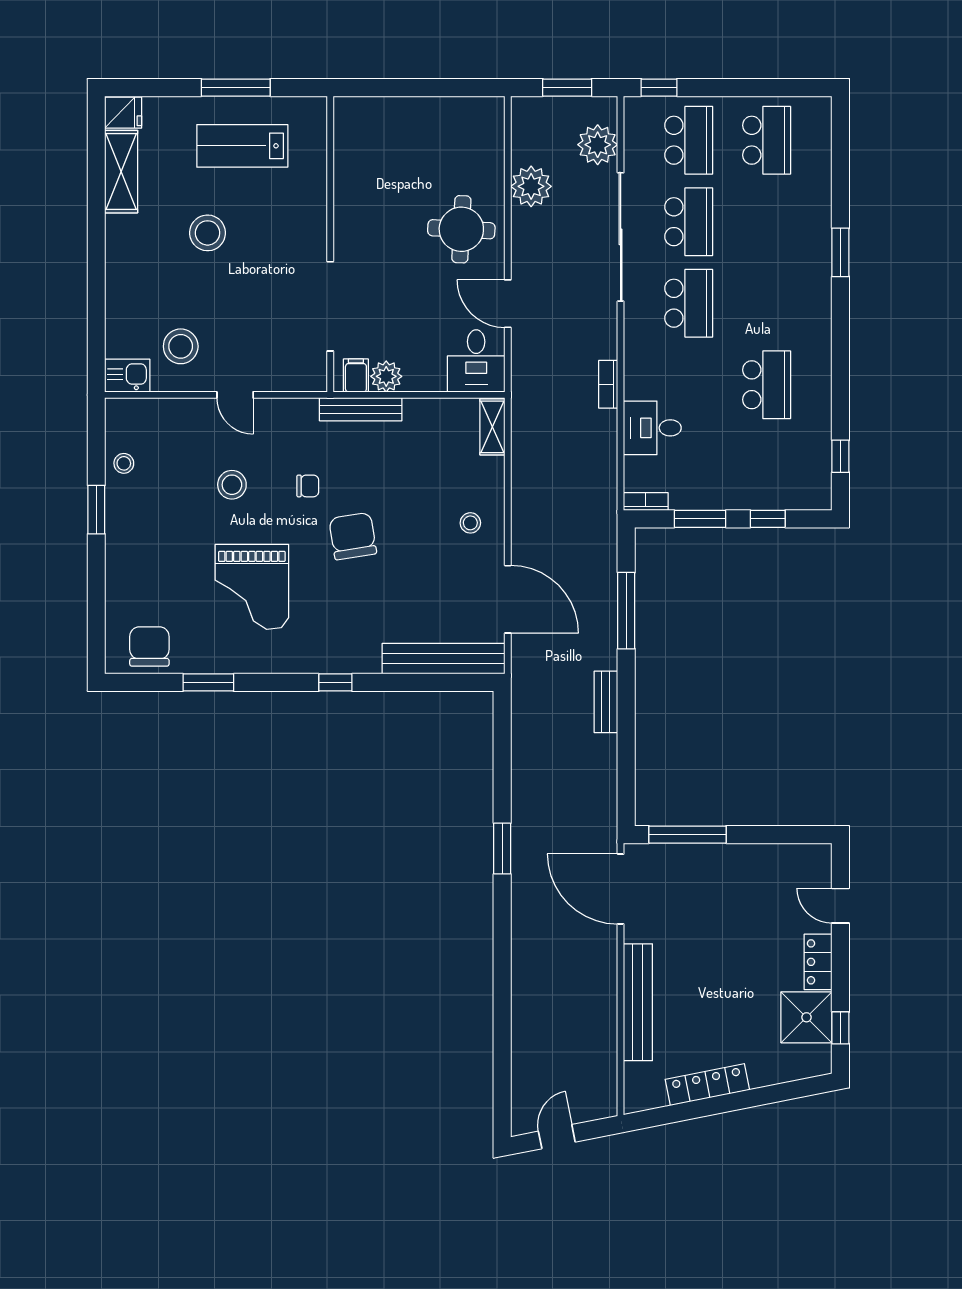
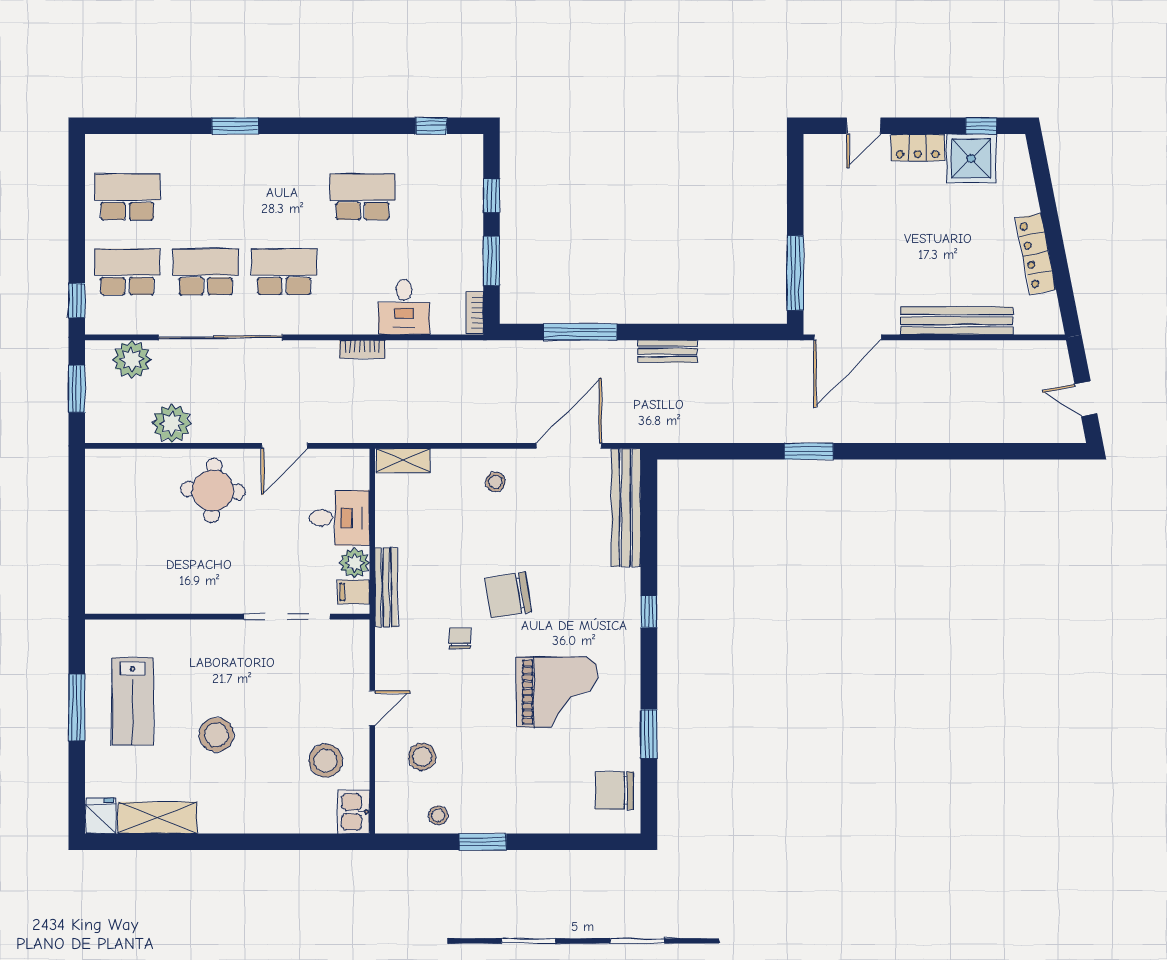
desk: (476, 361) -> (340, 518), moved
stool: (232, 485) -> (422, 757), moved

